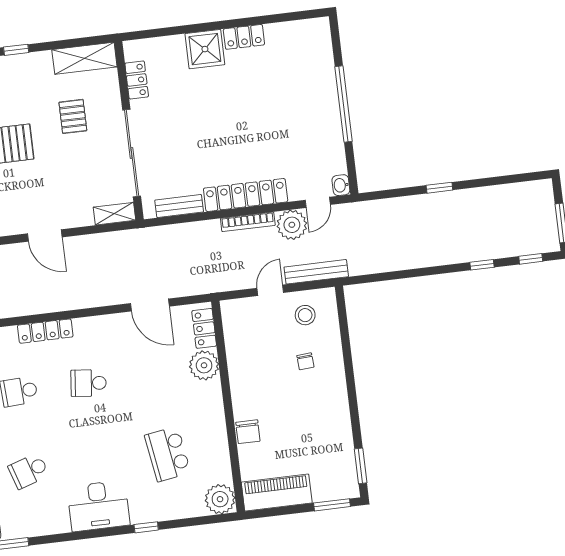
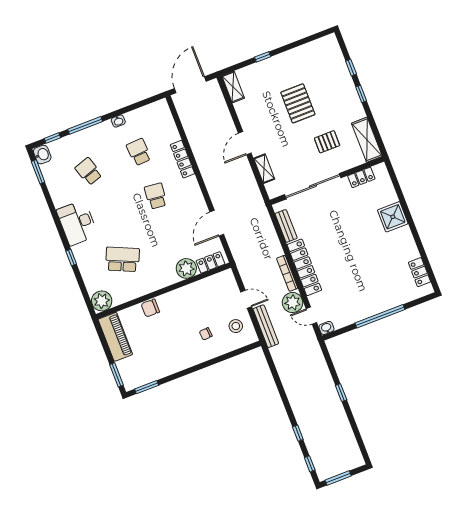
locker: (244, 37) -> (419, 272), moved
shelving: (114, 214) -> (264, 169), moved
school desk: (168, 454) -> (122, 259), turned 33

